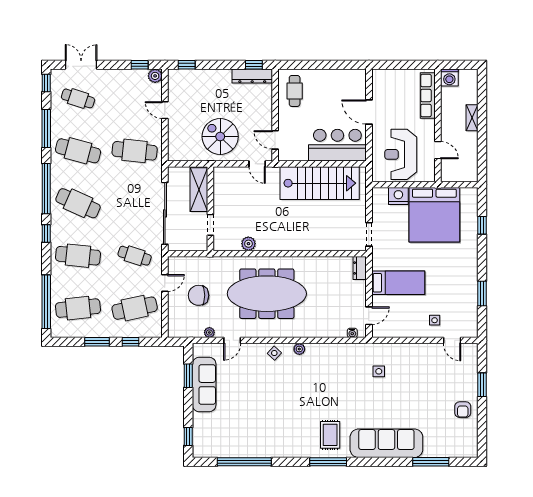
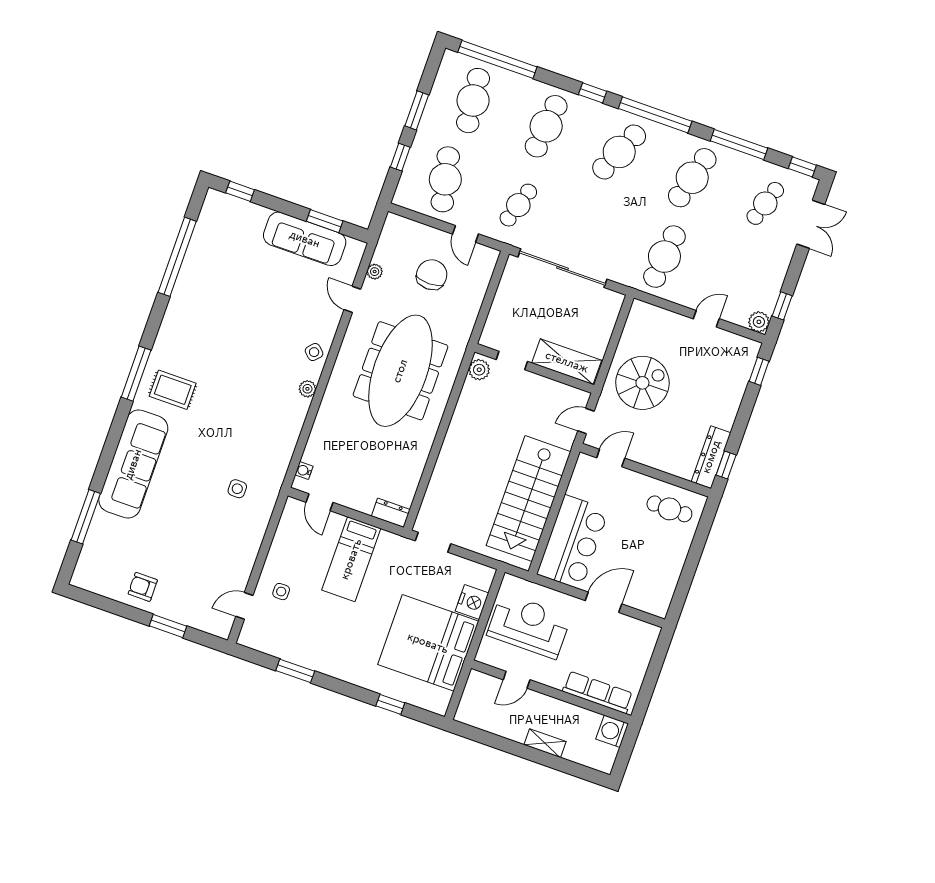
shelving: (199, 190) -> (567, 362), moved
wall: (210, 209) -> (534, 368), moved
doorway: (210, 225) -> (512, 360), moved

